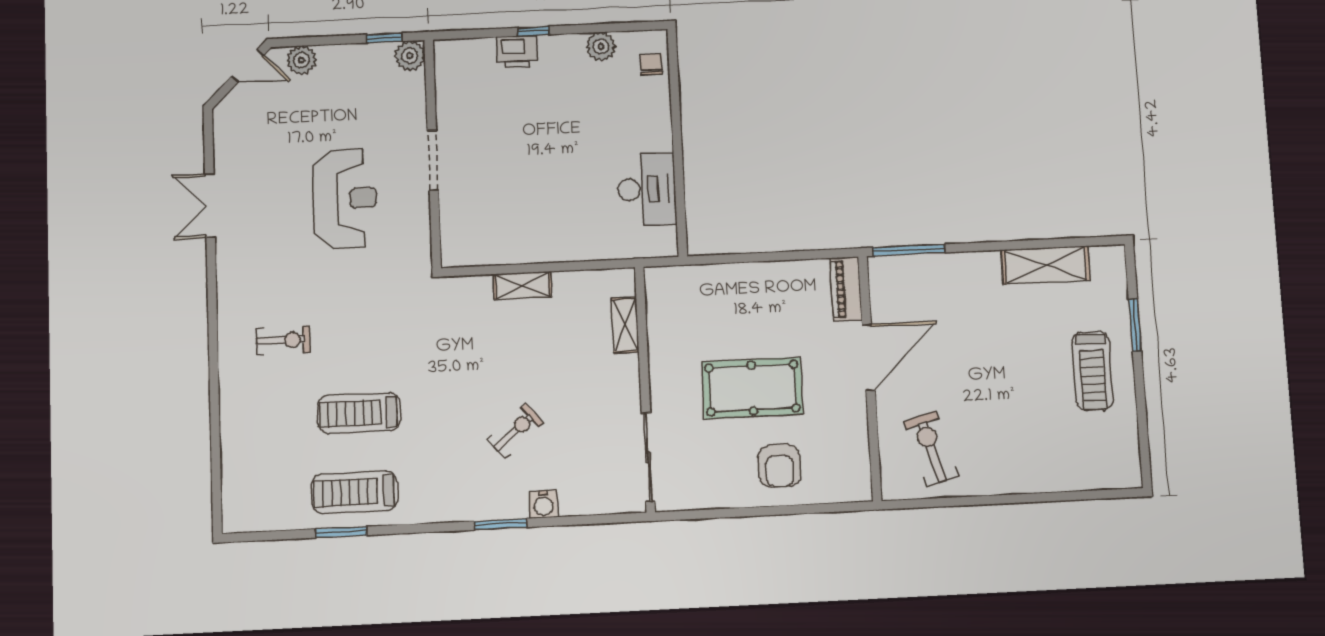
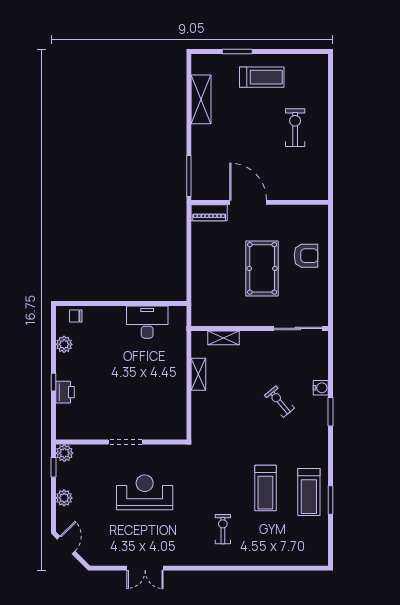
plant: (301, 60) -> (64, 498), moved
shelving: (522, 285) -> (198, 374), moved
exercise bike: (931, 449) -> (295, 128), moved, turned 106

